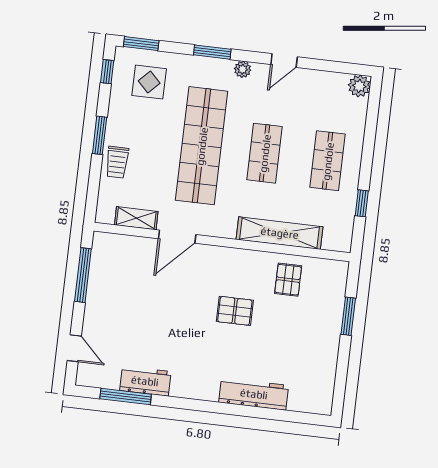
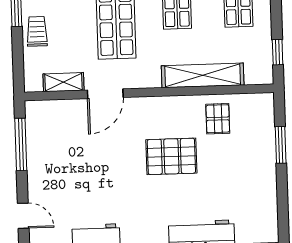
trolley: (117, 162) -> (37, 31), turned 180
window: (362, 203) -> (278, 52), moved
pallet: (235, 311) -> (171, 156), width x1.50, depth x1.42

